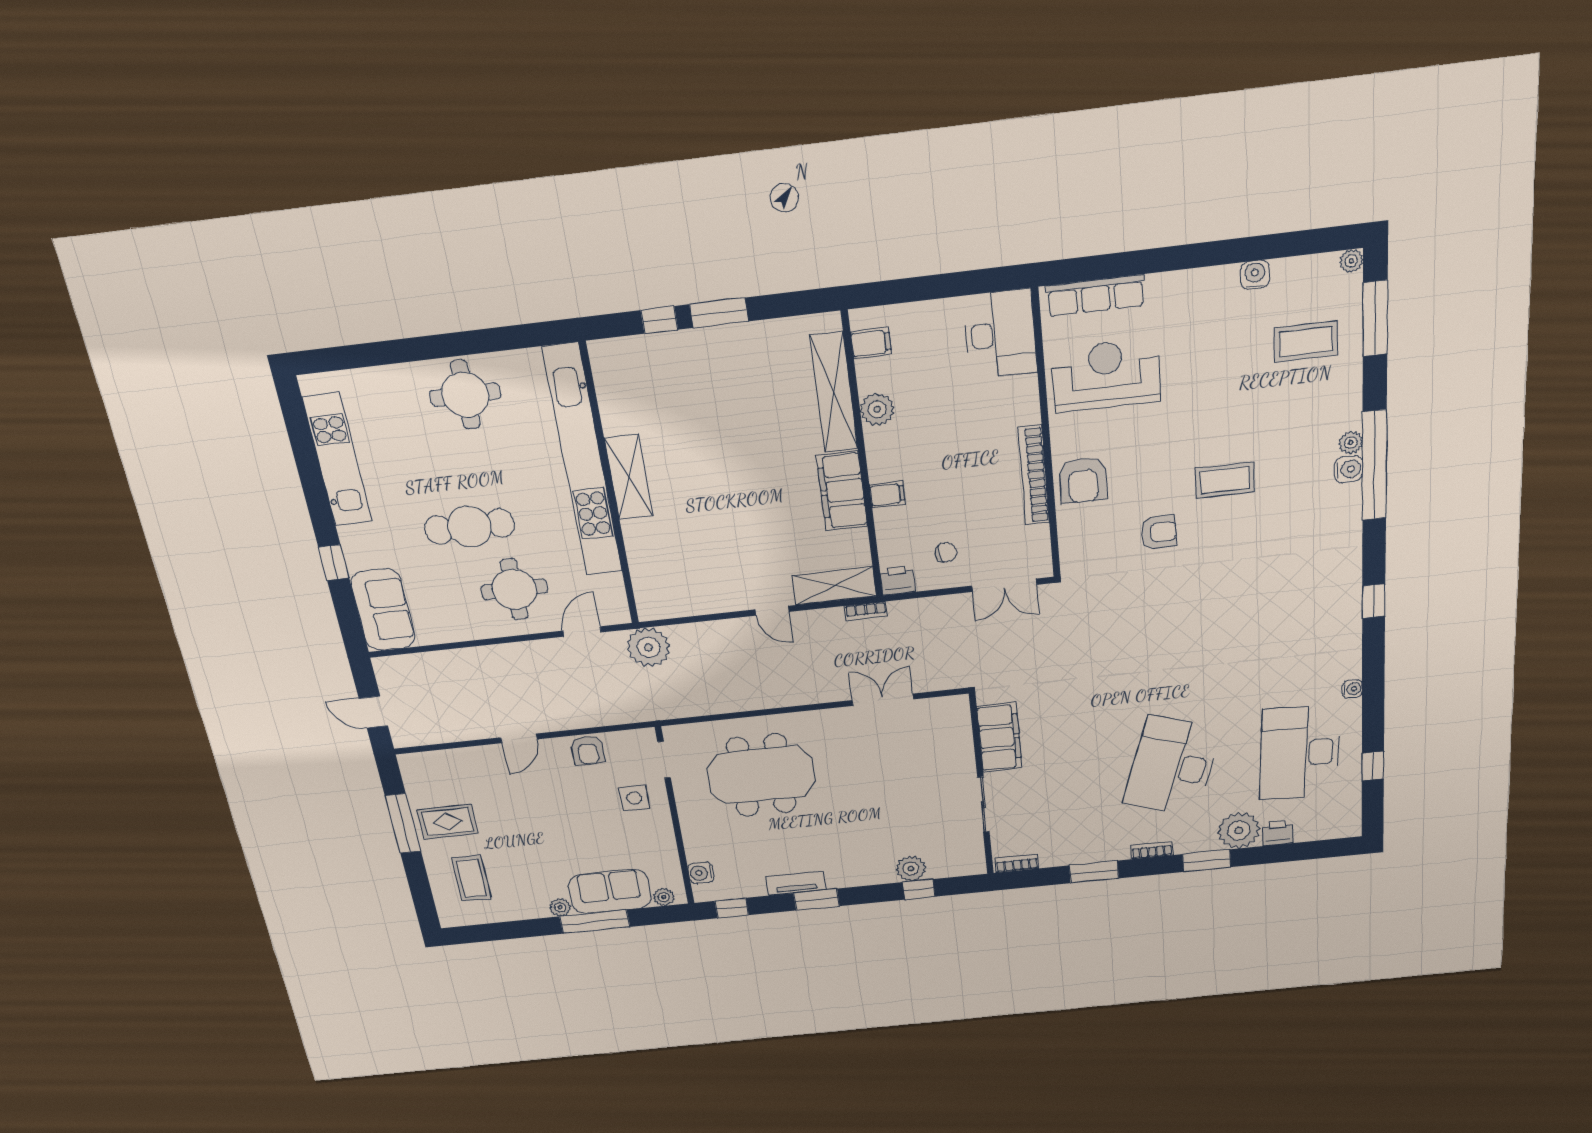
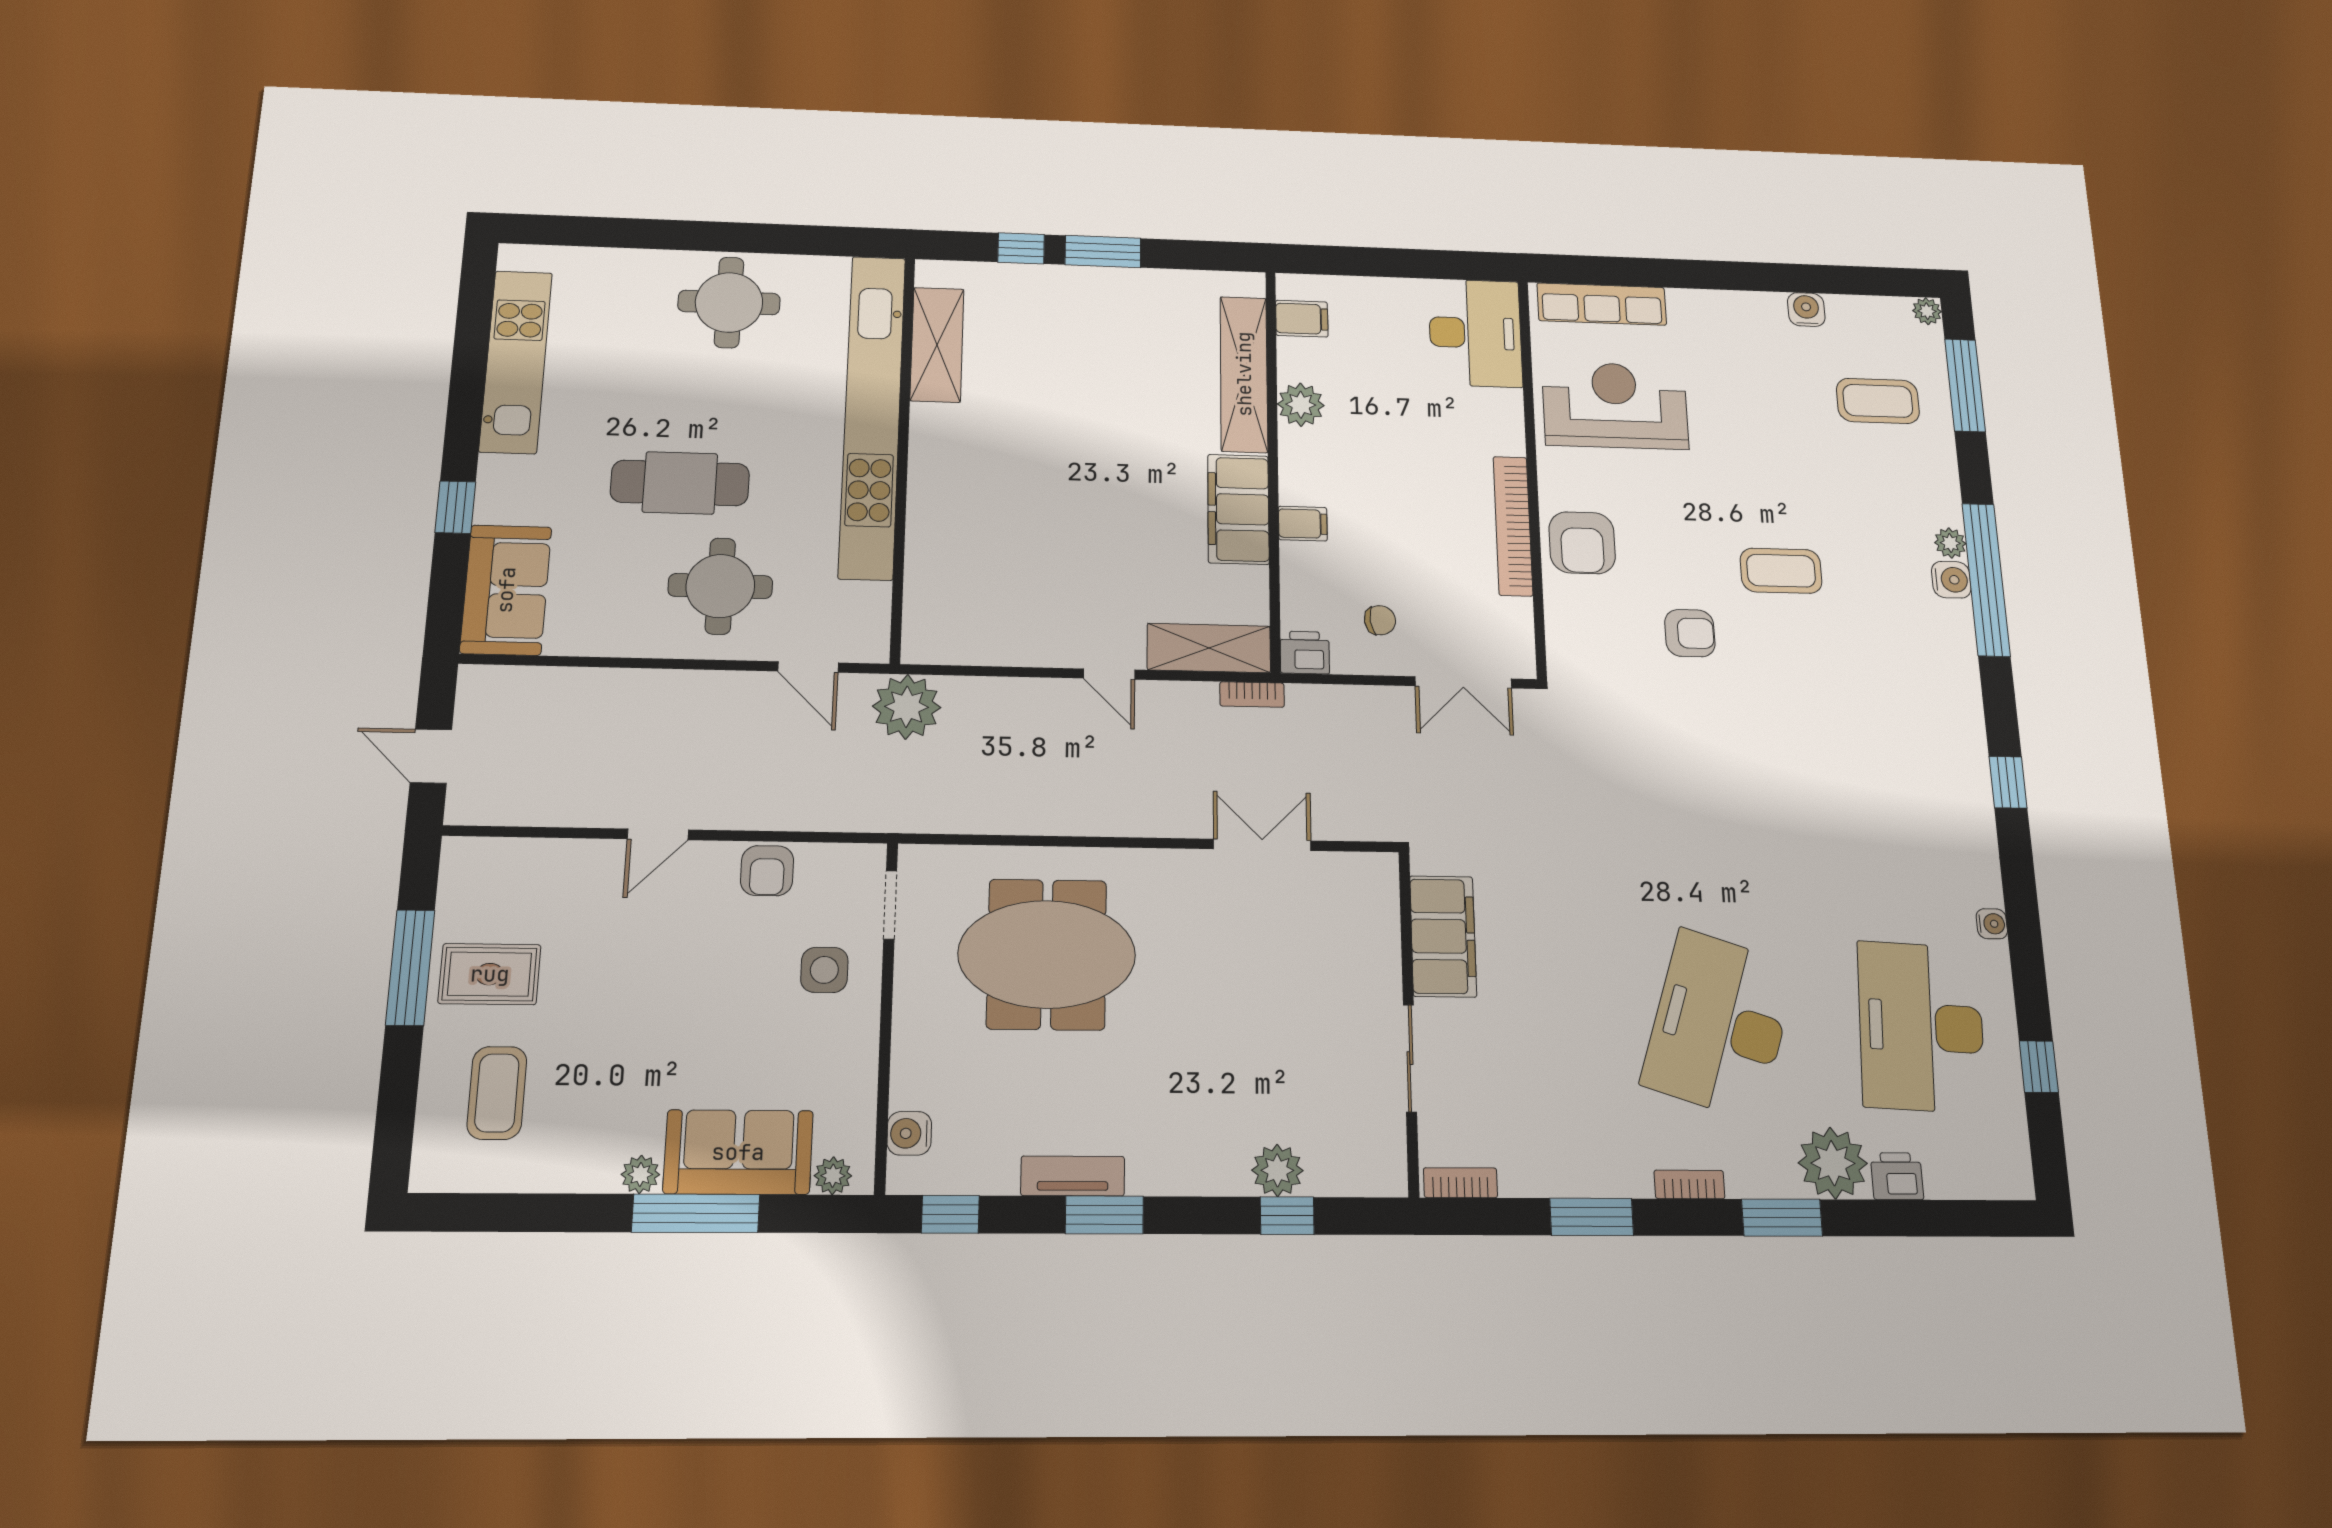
shelving: (629, 477) -> (937, 345), moved
door: (582, 632) -> (808, 667), swing flipped

